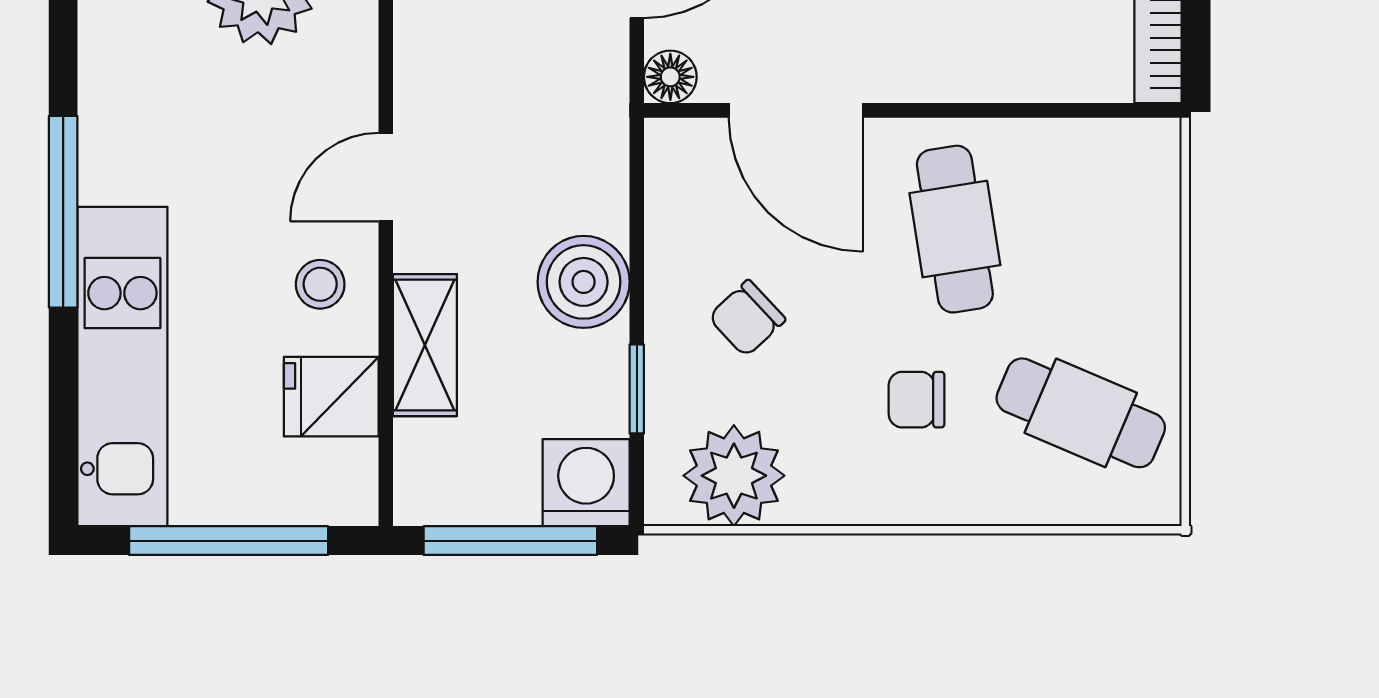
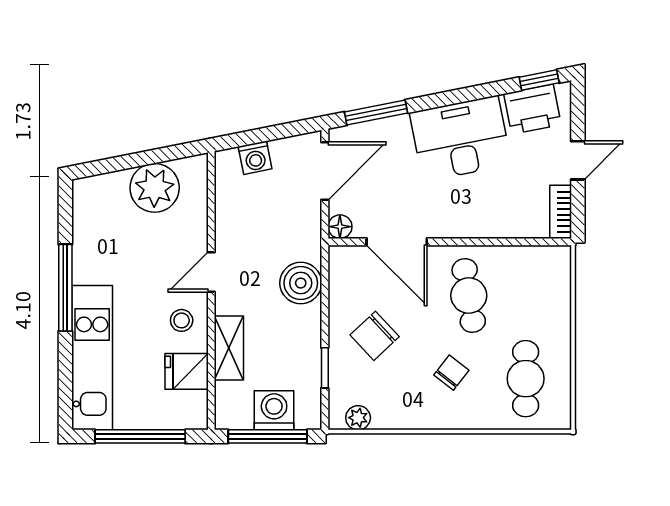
boiler: (584, 282) -> (301, 283), moved
chair: (747, 318) -> (375, 336), width x1.37, depth x1.37
chair: (916, 400) -> (451, 373), turned 128
cafe table: (1081, 413) -> (526, 379), turned 67
plant: (734, 476) -> (358, 418), width x0.53, depth x0.53
washing machine: (586, 483) -> (274, 410), moved

